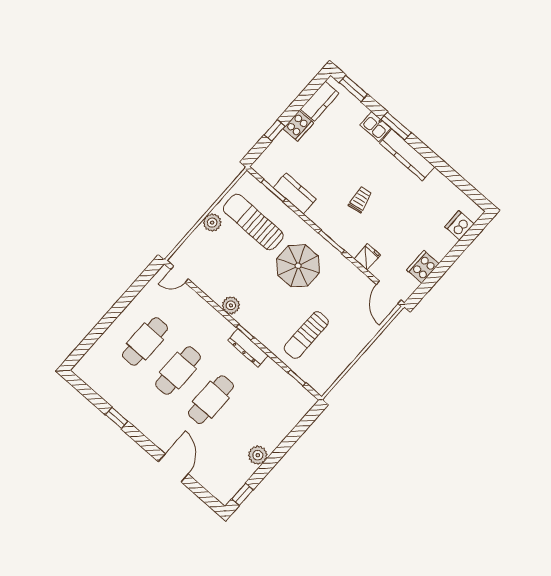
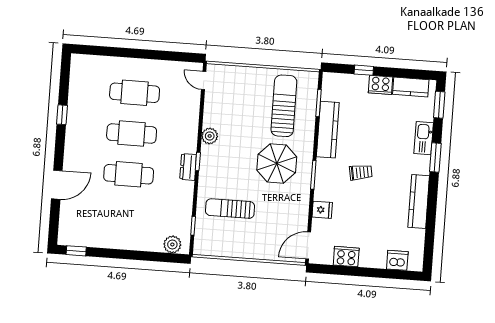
kitchen sink: (375, 127) -> (424, 138), width x1.38
kitchen counter: (407, 155) -> (419, 201), moved
kitchen counter: (295, 193) -> (328, 130), width x1.50
plant: (212, 223) -> (260, 76), removed
dresser: (248, 348) -> (188, 167), width x0.70
plant: (258, 455) -> (172, 244), moved

